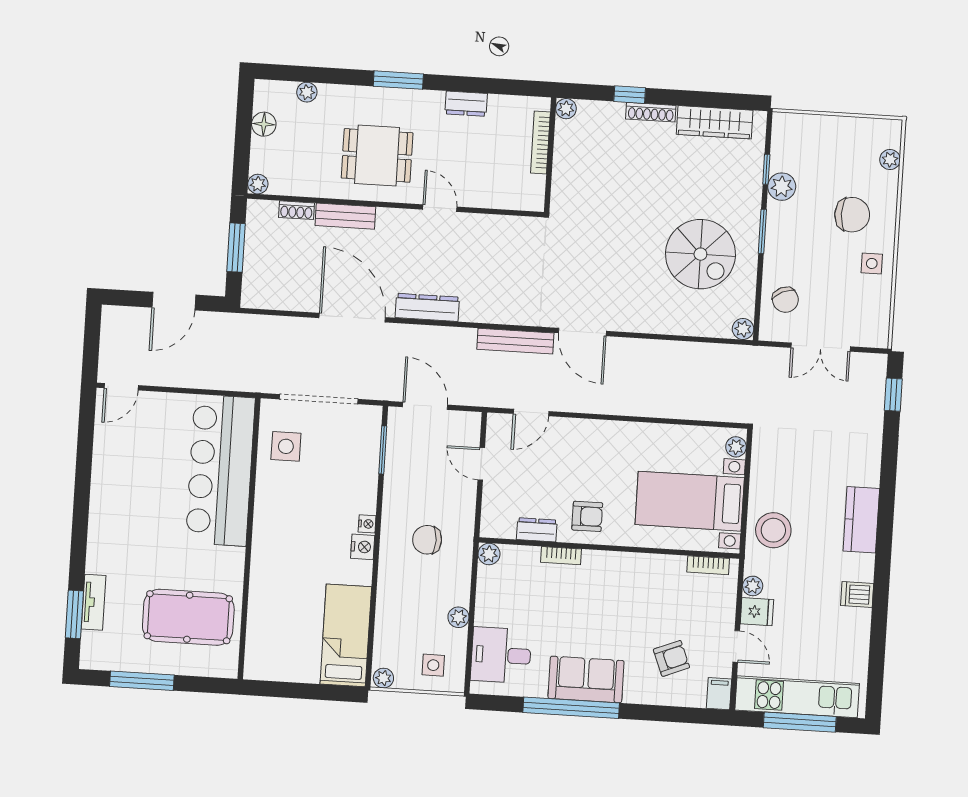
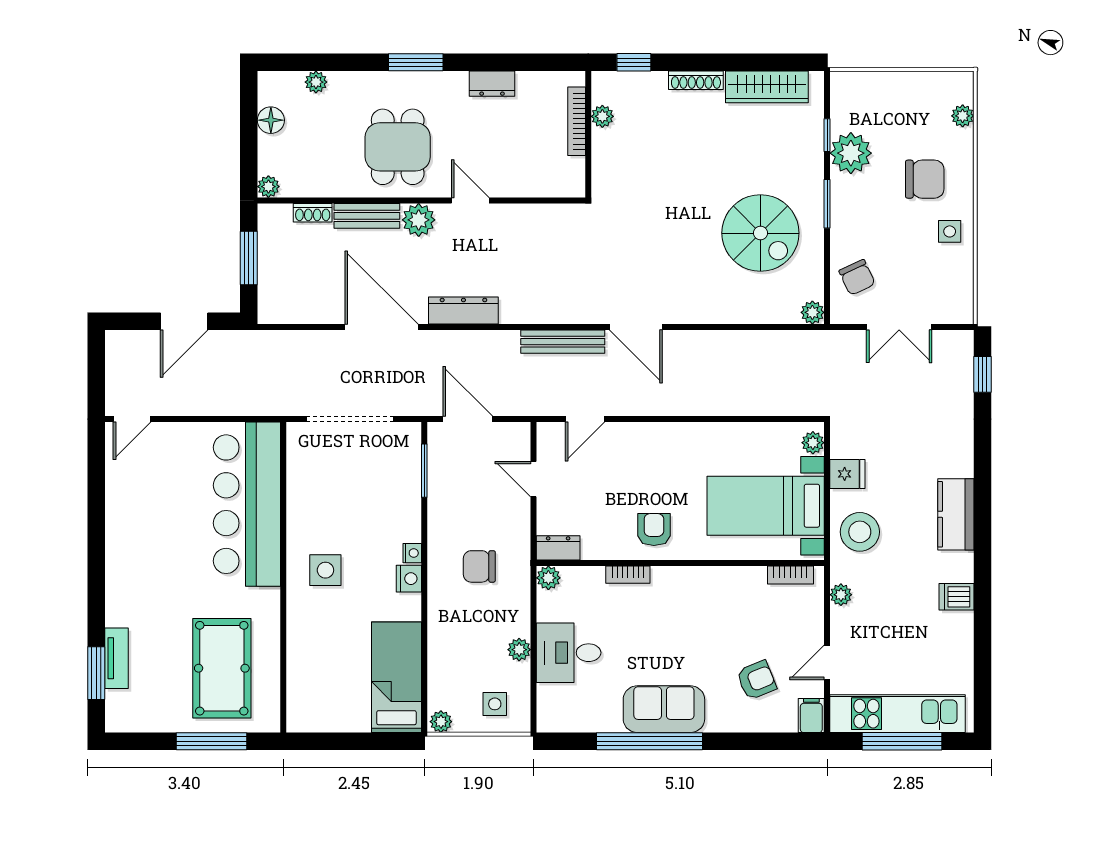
window: (630, 95) -> (634, 62), moved
plant: (566, 109) -> (602, 116), moved
dining table: (377, 155) -> (398, 147), turned 90
plant: (782, 187) -> (851, 153), width x1.36, depth x1.36
plant: (392, 223) -> (419, 220), added
side table: (286, 446) -> (325, 570), moved
armchair: (587, 516) -> (654, 530), turned -90
dresser: (537, 530) -> (558, 548), moved
fridge: (757, 612) -> (847, 474), moved
pool table: (188, 617) -> (222, 668), turned 90
door: (736, 646) -> (827, 662), swing flipped
desk: (501, 655) -> (569, 653), moved
window: (142, 681) -> (211, 741), moved

